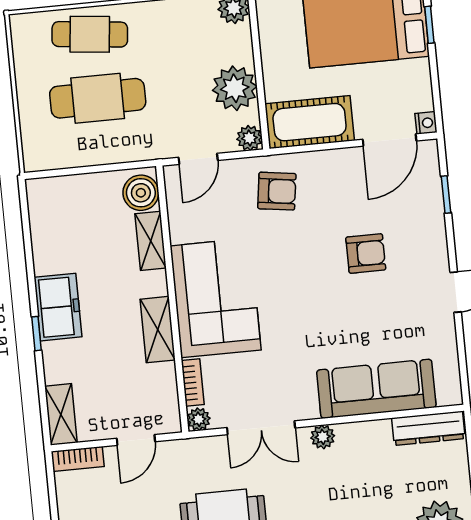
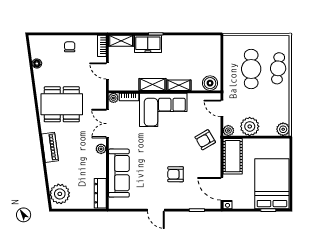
armchair: (277, 191) -> (205, 140), turned 52
shelving: (151, 241) -> (179, 85), moved
armchair: (366, 253) -> (176, 174), turned 90
freezer: (58, 307) -> (148, 44), moved

